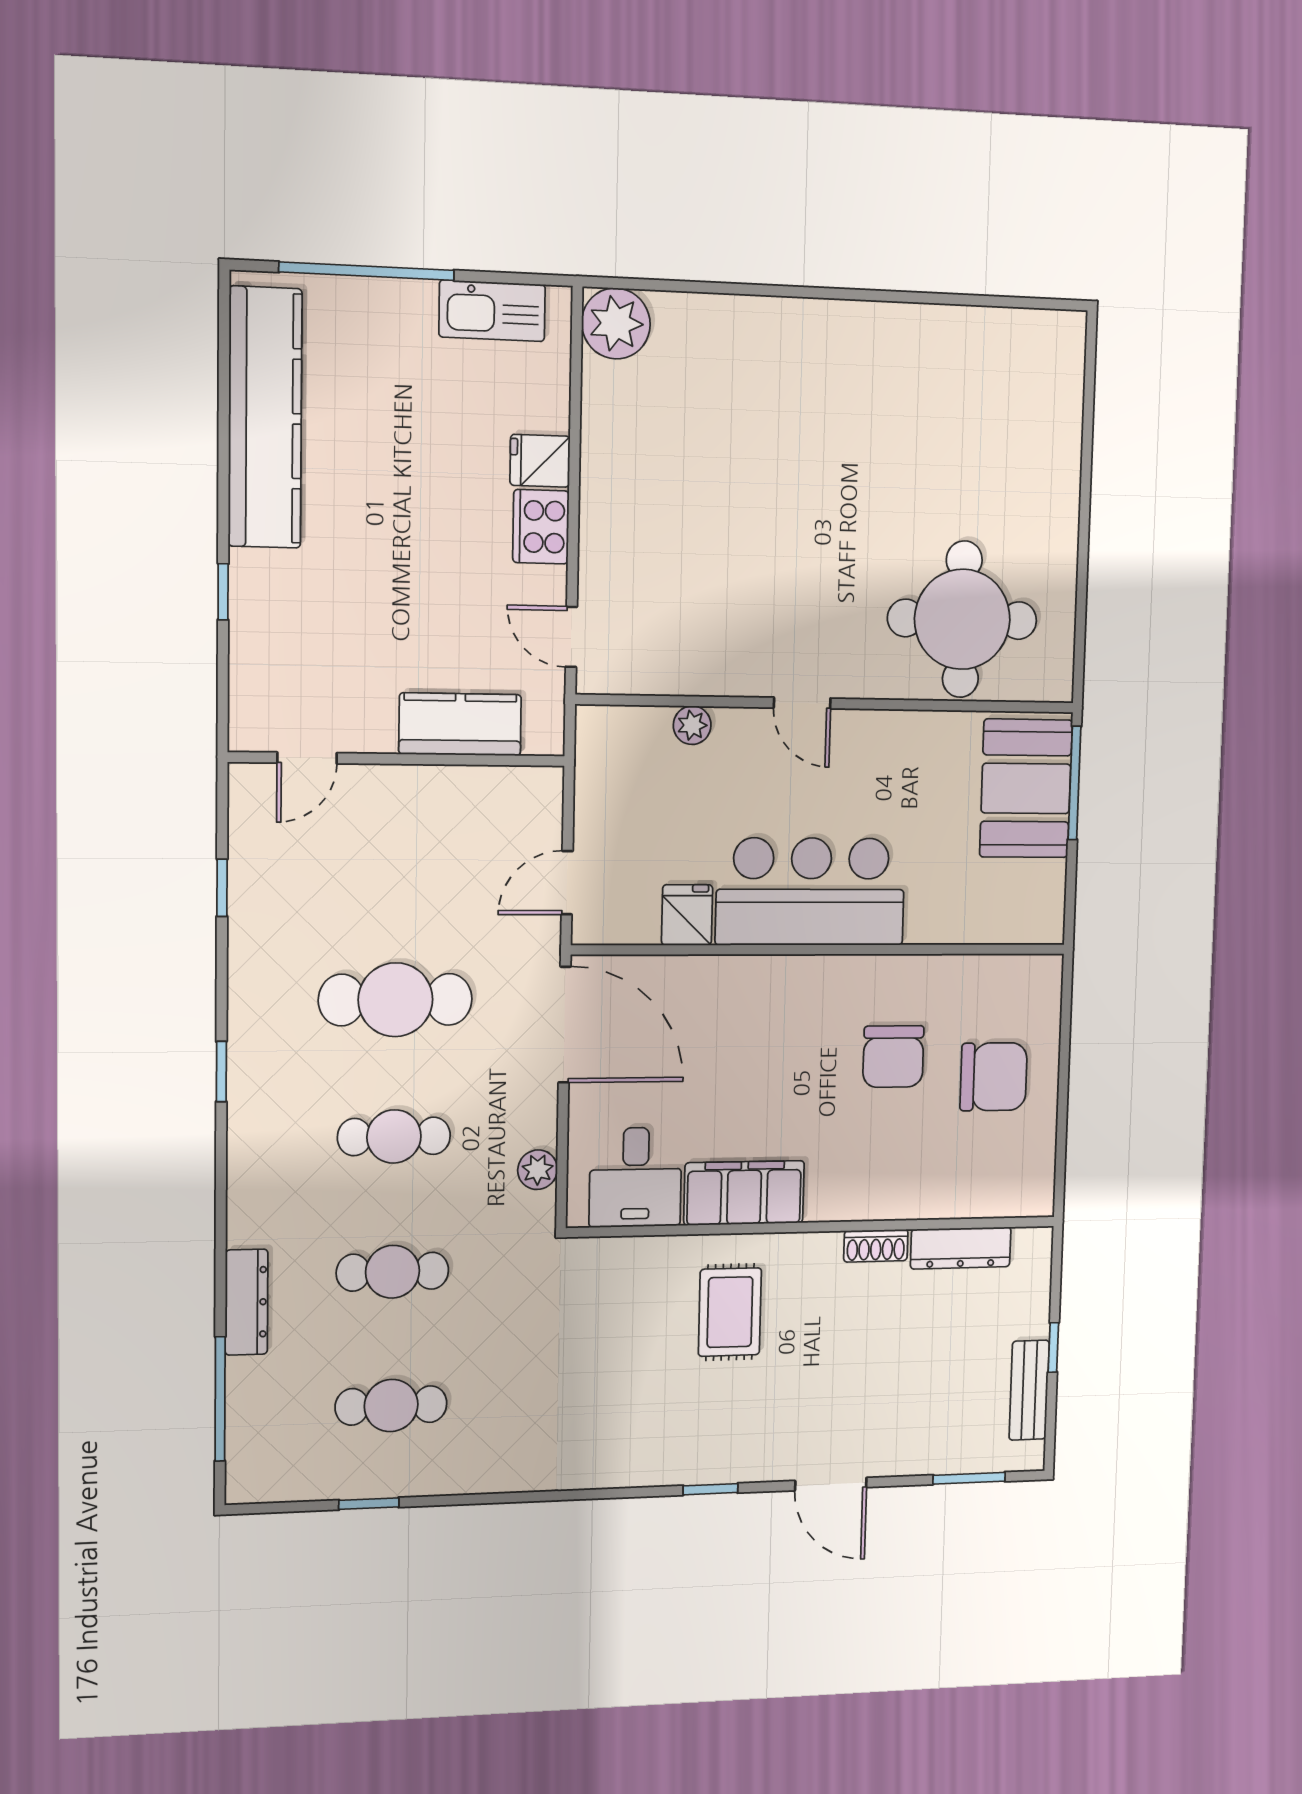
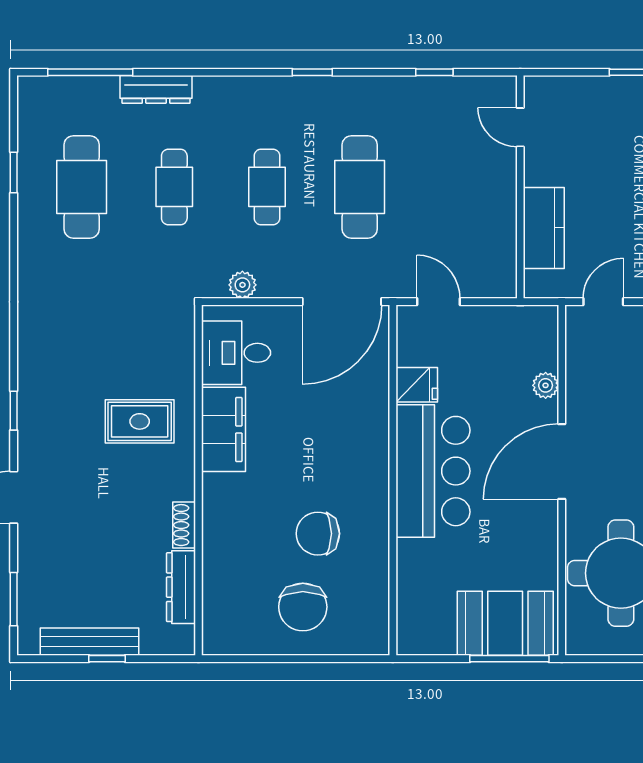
door: (802, 703) -> (562, 462), width x1.87
bench: (1029, 1390) -> (90, 642), width x1.36
cafe table: (391, 1406) -> (82, 187), width x1.37, depth x1.35

